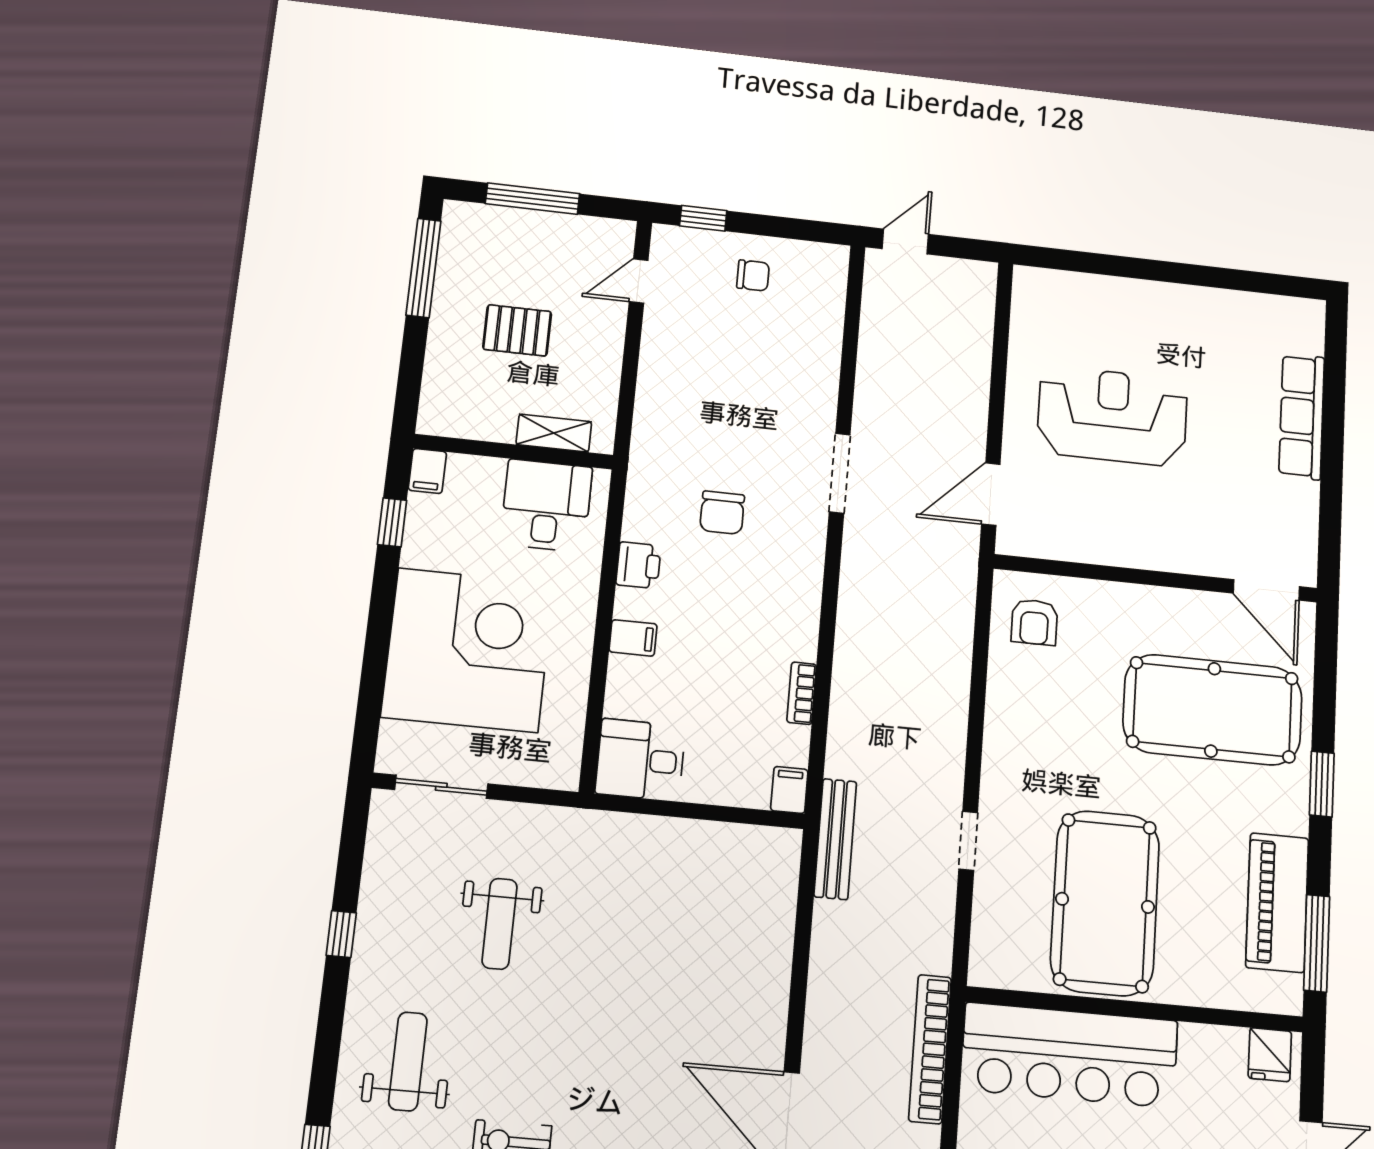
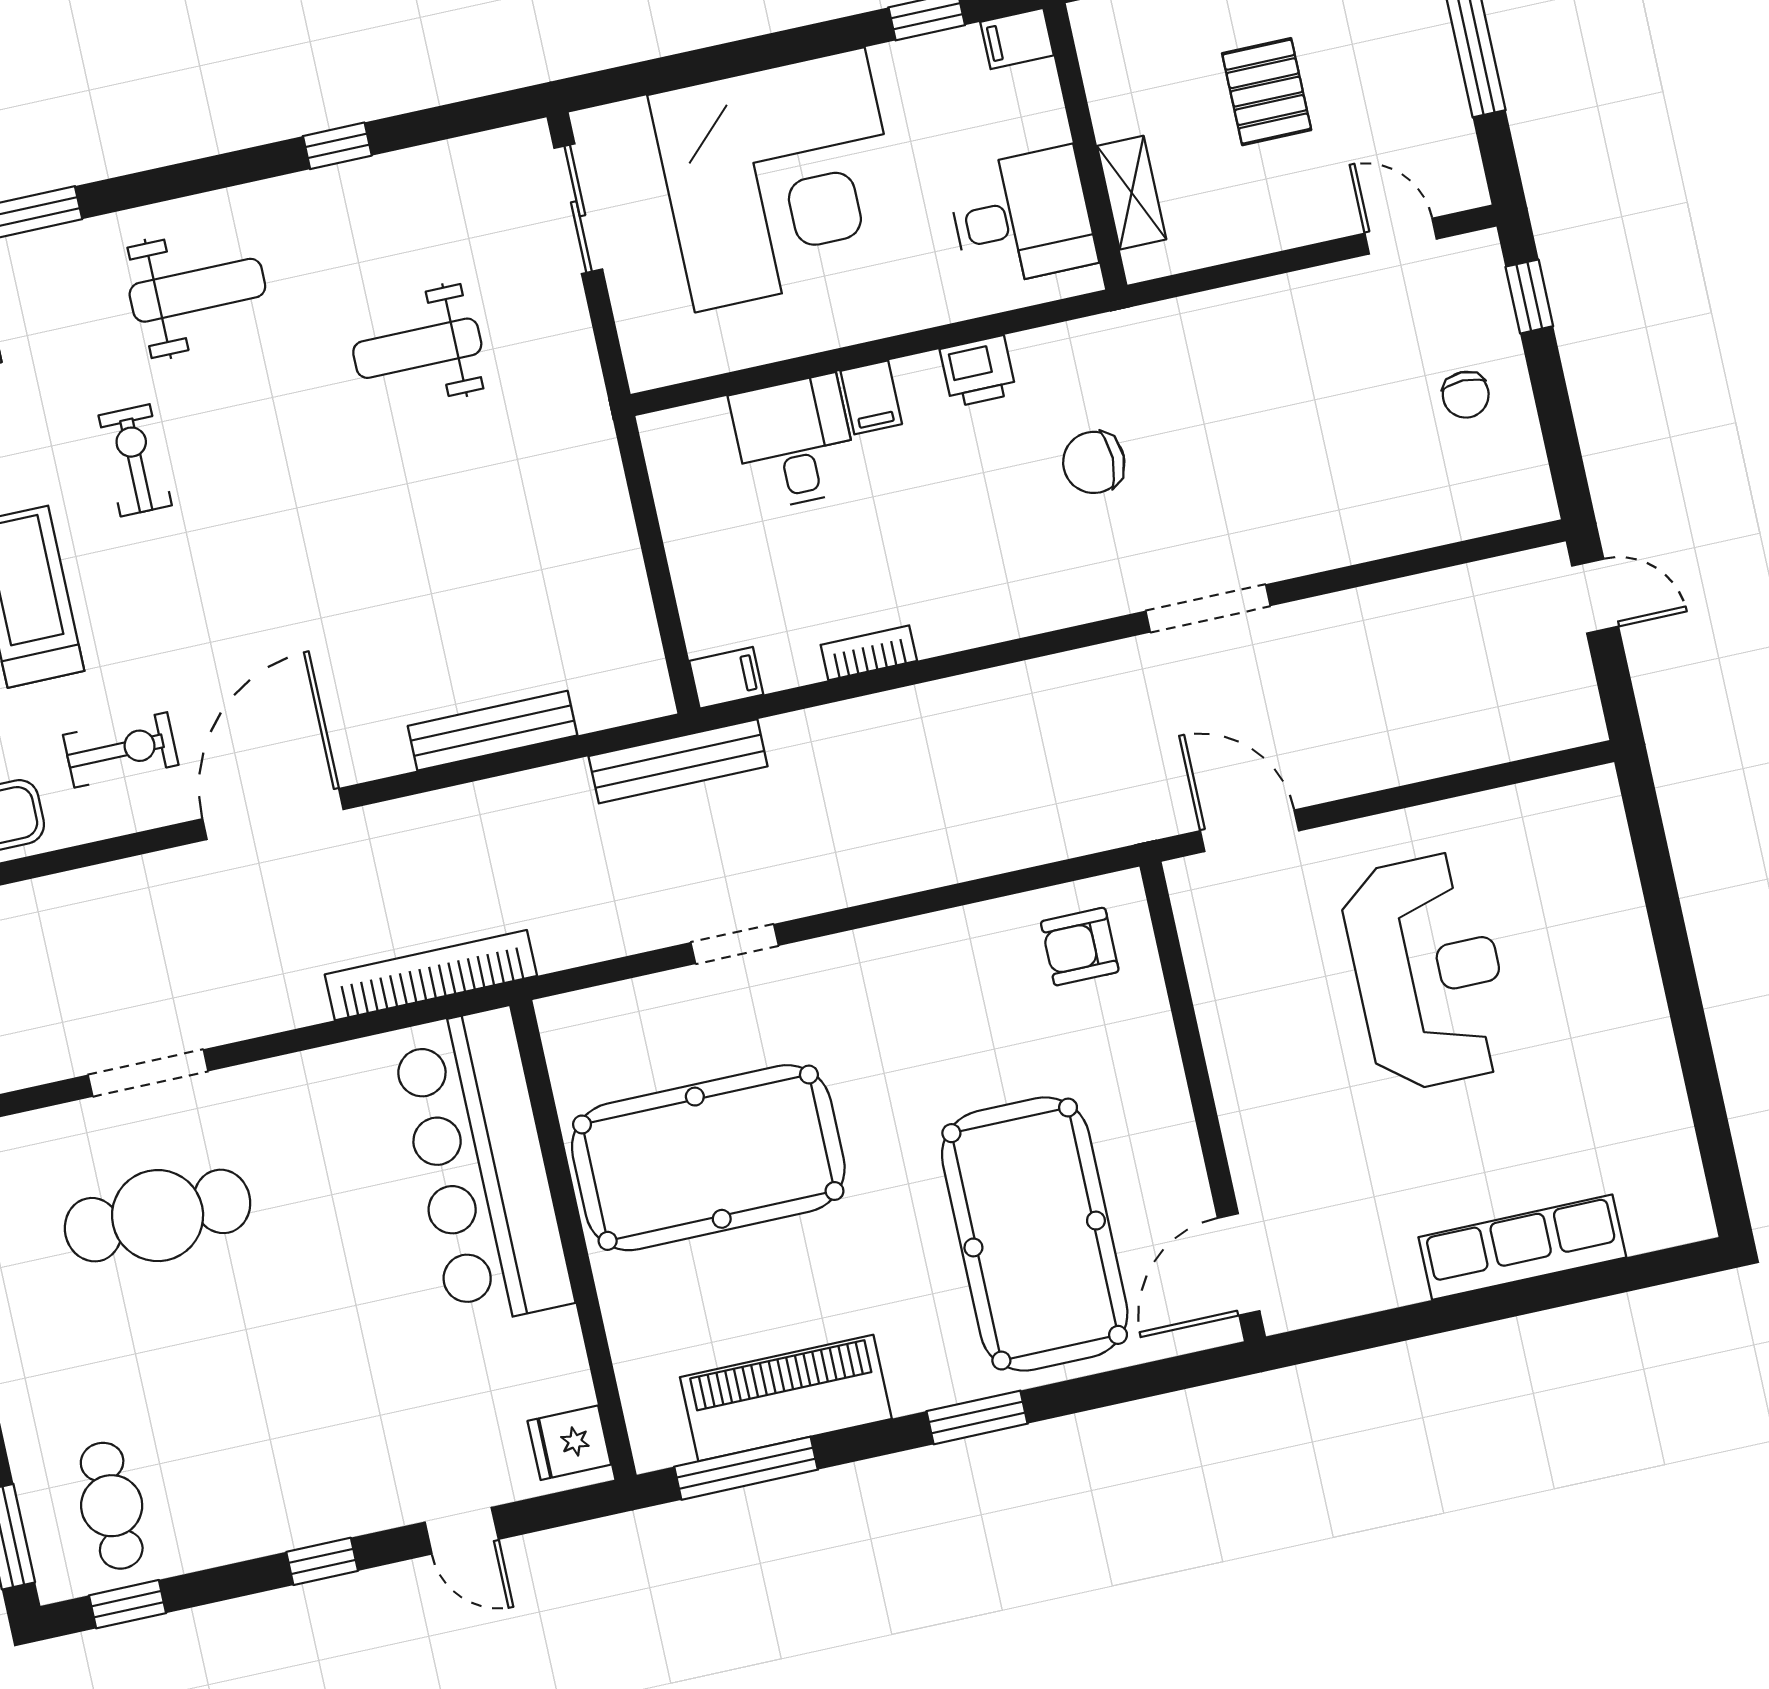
desk: (640, 760) -> (795, 442), moved
bench: (777, 955) -> (493, 731), added

